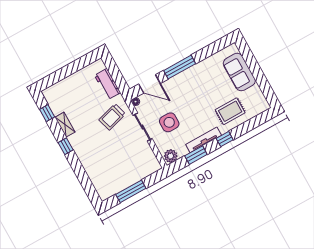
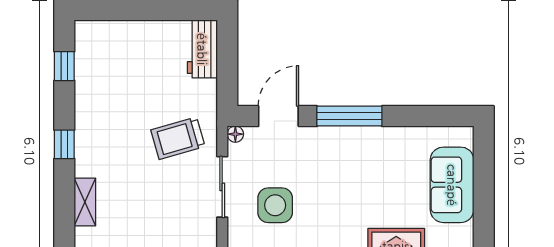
workbench: (107, 84) -> (202, 49), moved
door: (150, 84) -> (278, 116), swing flipped
shelving: (65, 125) -> (85, 202), moved

